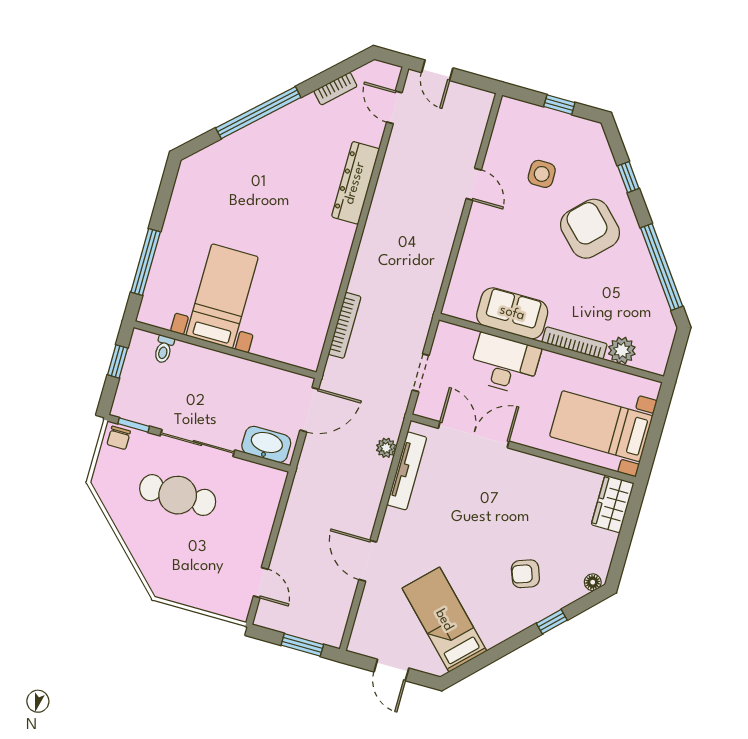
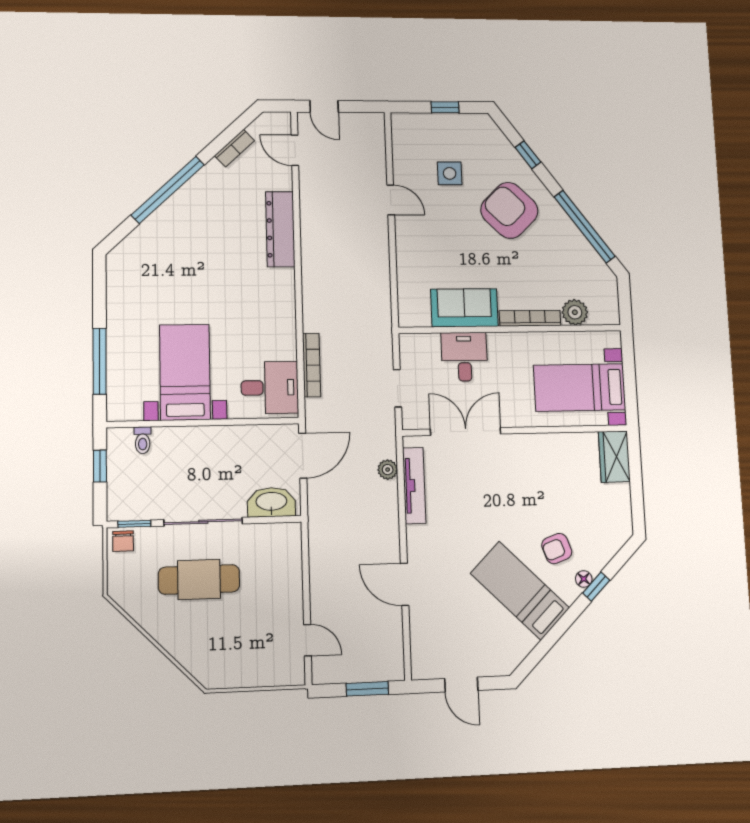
desk: (298, 335) -> (270, 388), added
desk: (505, 364) -> (464, 357), width x0.73
floor lamp: (593, 582) -> (584, 579), moved
bed: (444, 620) -> (520, 591), moved

